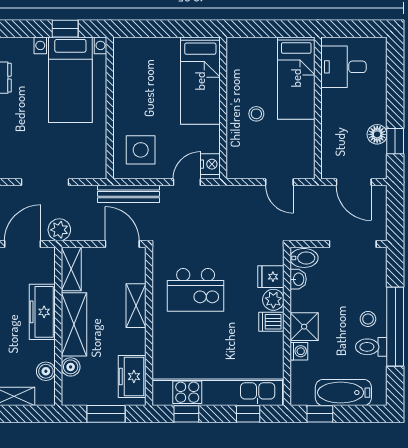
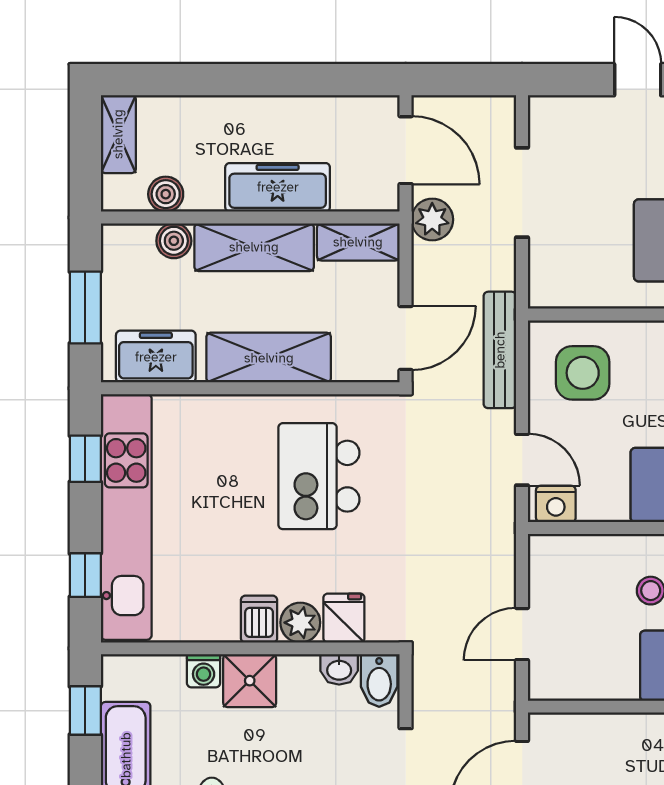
shelving: (136, 306) -> (269, 358), width x1.50, depth x1.33

